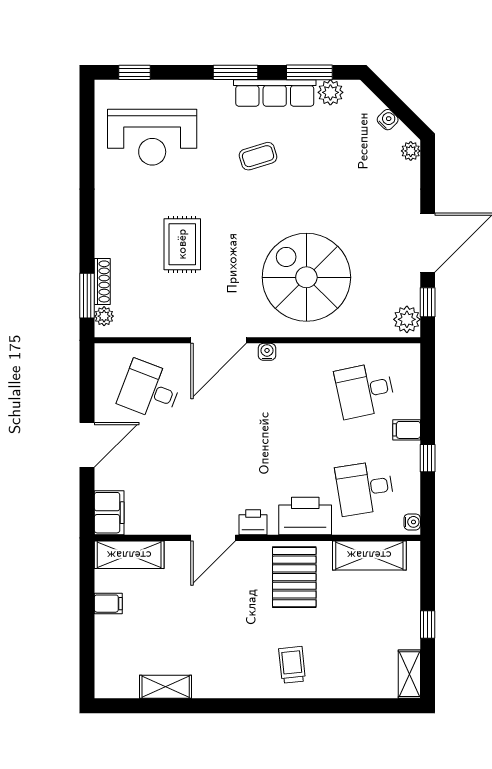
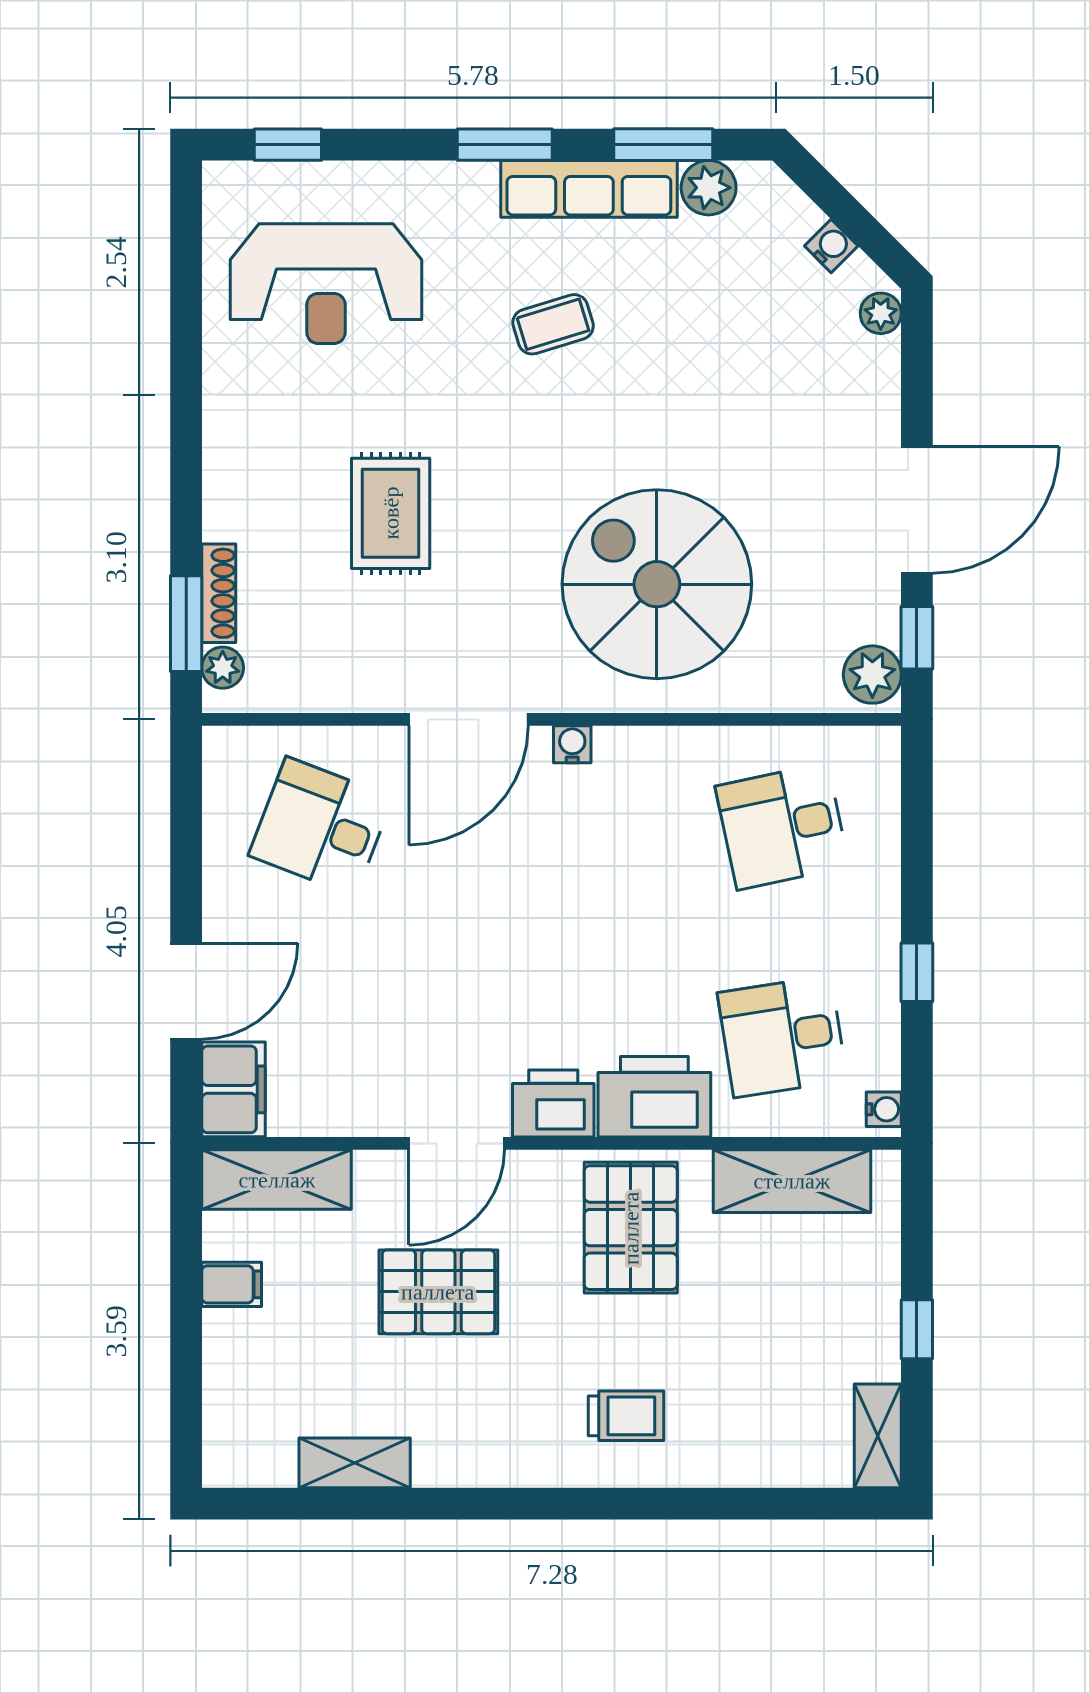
filing cabinet: (407, 430) -> (872, 912), removed
door: (87, 445) -> (186, 991), moved
printer: (253, 522) -> (553, 1104), width x1.36, depth x1.24
pallet: (205, 607) -> (438, 1292), added
trolley: (292, 665) -> (626, 1416), turned 96

